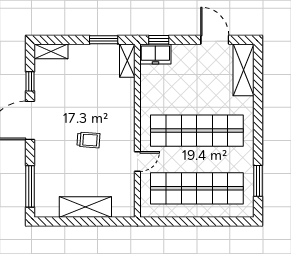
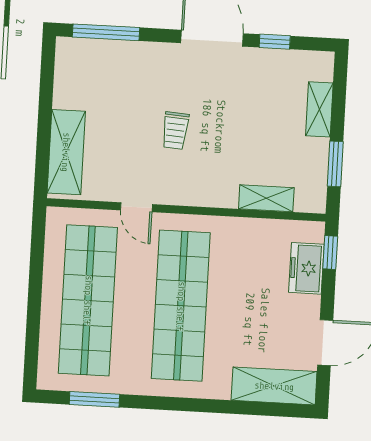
shelving: (51, 51) -> (319, 109), moved
freezer: (155, 54) -> (306, 268), moved
shelving: (127, 61) -> (266, 198), moved
shelving: (85, 207) -> (66, 152), moved

